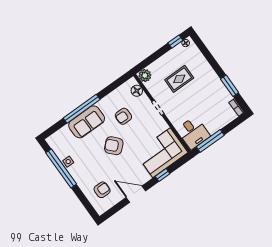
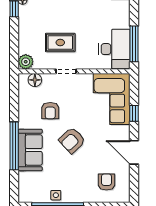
rug: (179, 79) -> (60, 43), moved, turned 90
desk: (193, 133) -> (114, 49), width x1.37
door: (136, 194) -> (134, 152), hinge flipped

